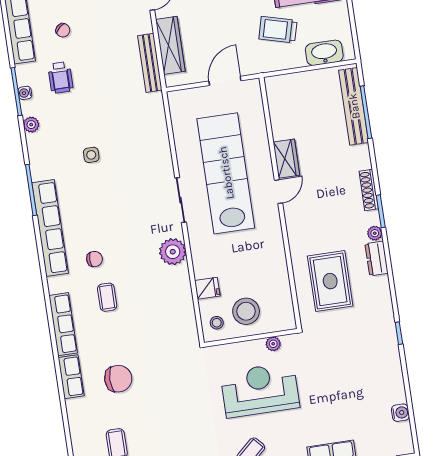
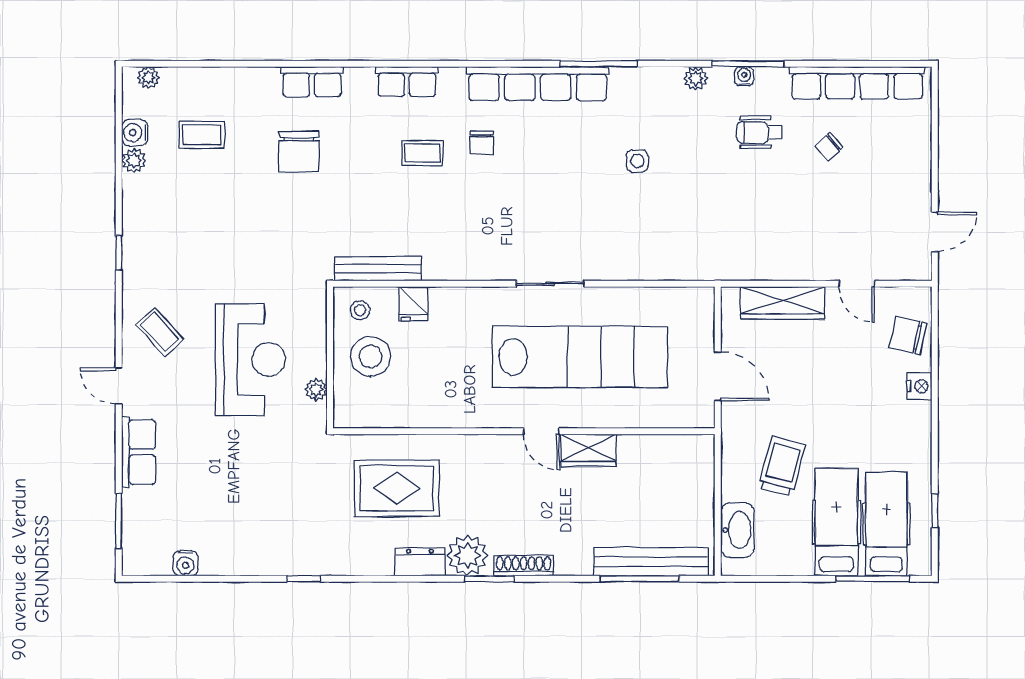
bench: (150, 63) -> (378, 269), moved
plant: (375, 233) -> (467, 555), width x1.88, depth x1.88
plant: (173, 252) -> (475, 261), removed
row of seats: (63, 324) -> (407, 82), width x0.68

